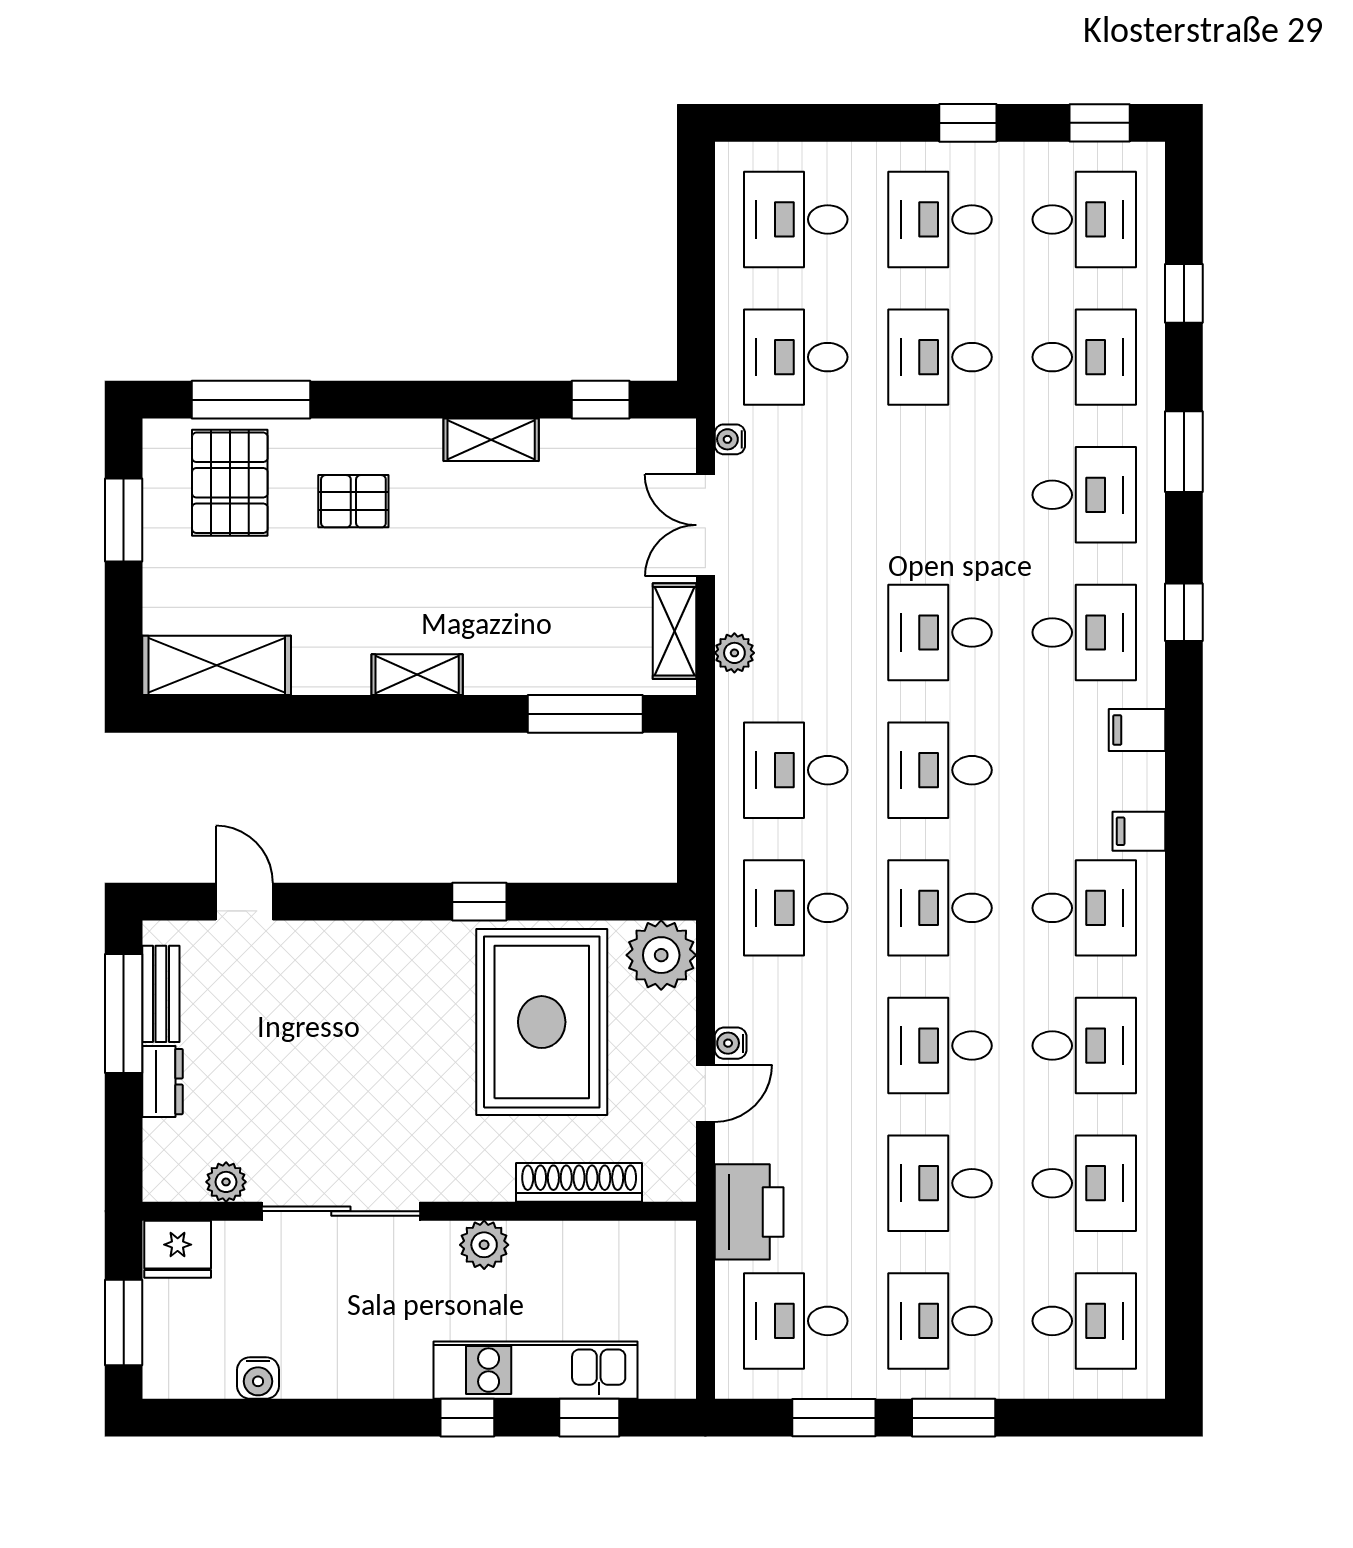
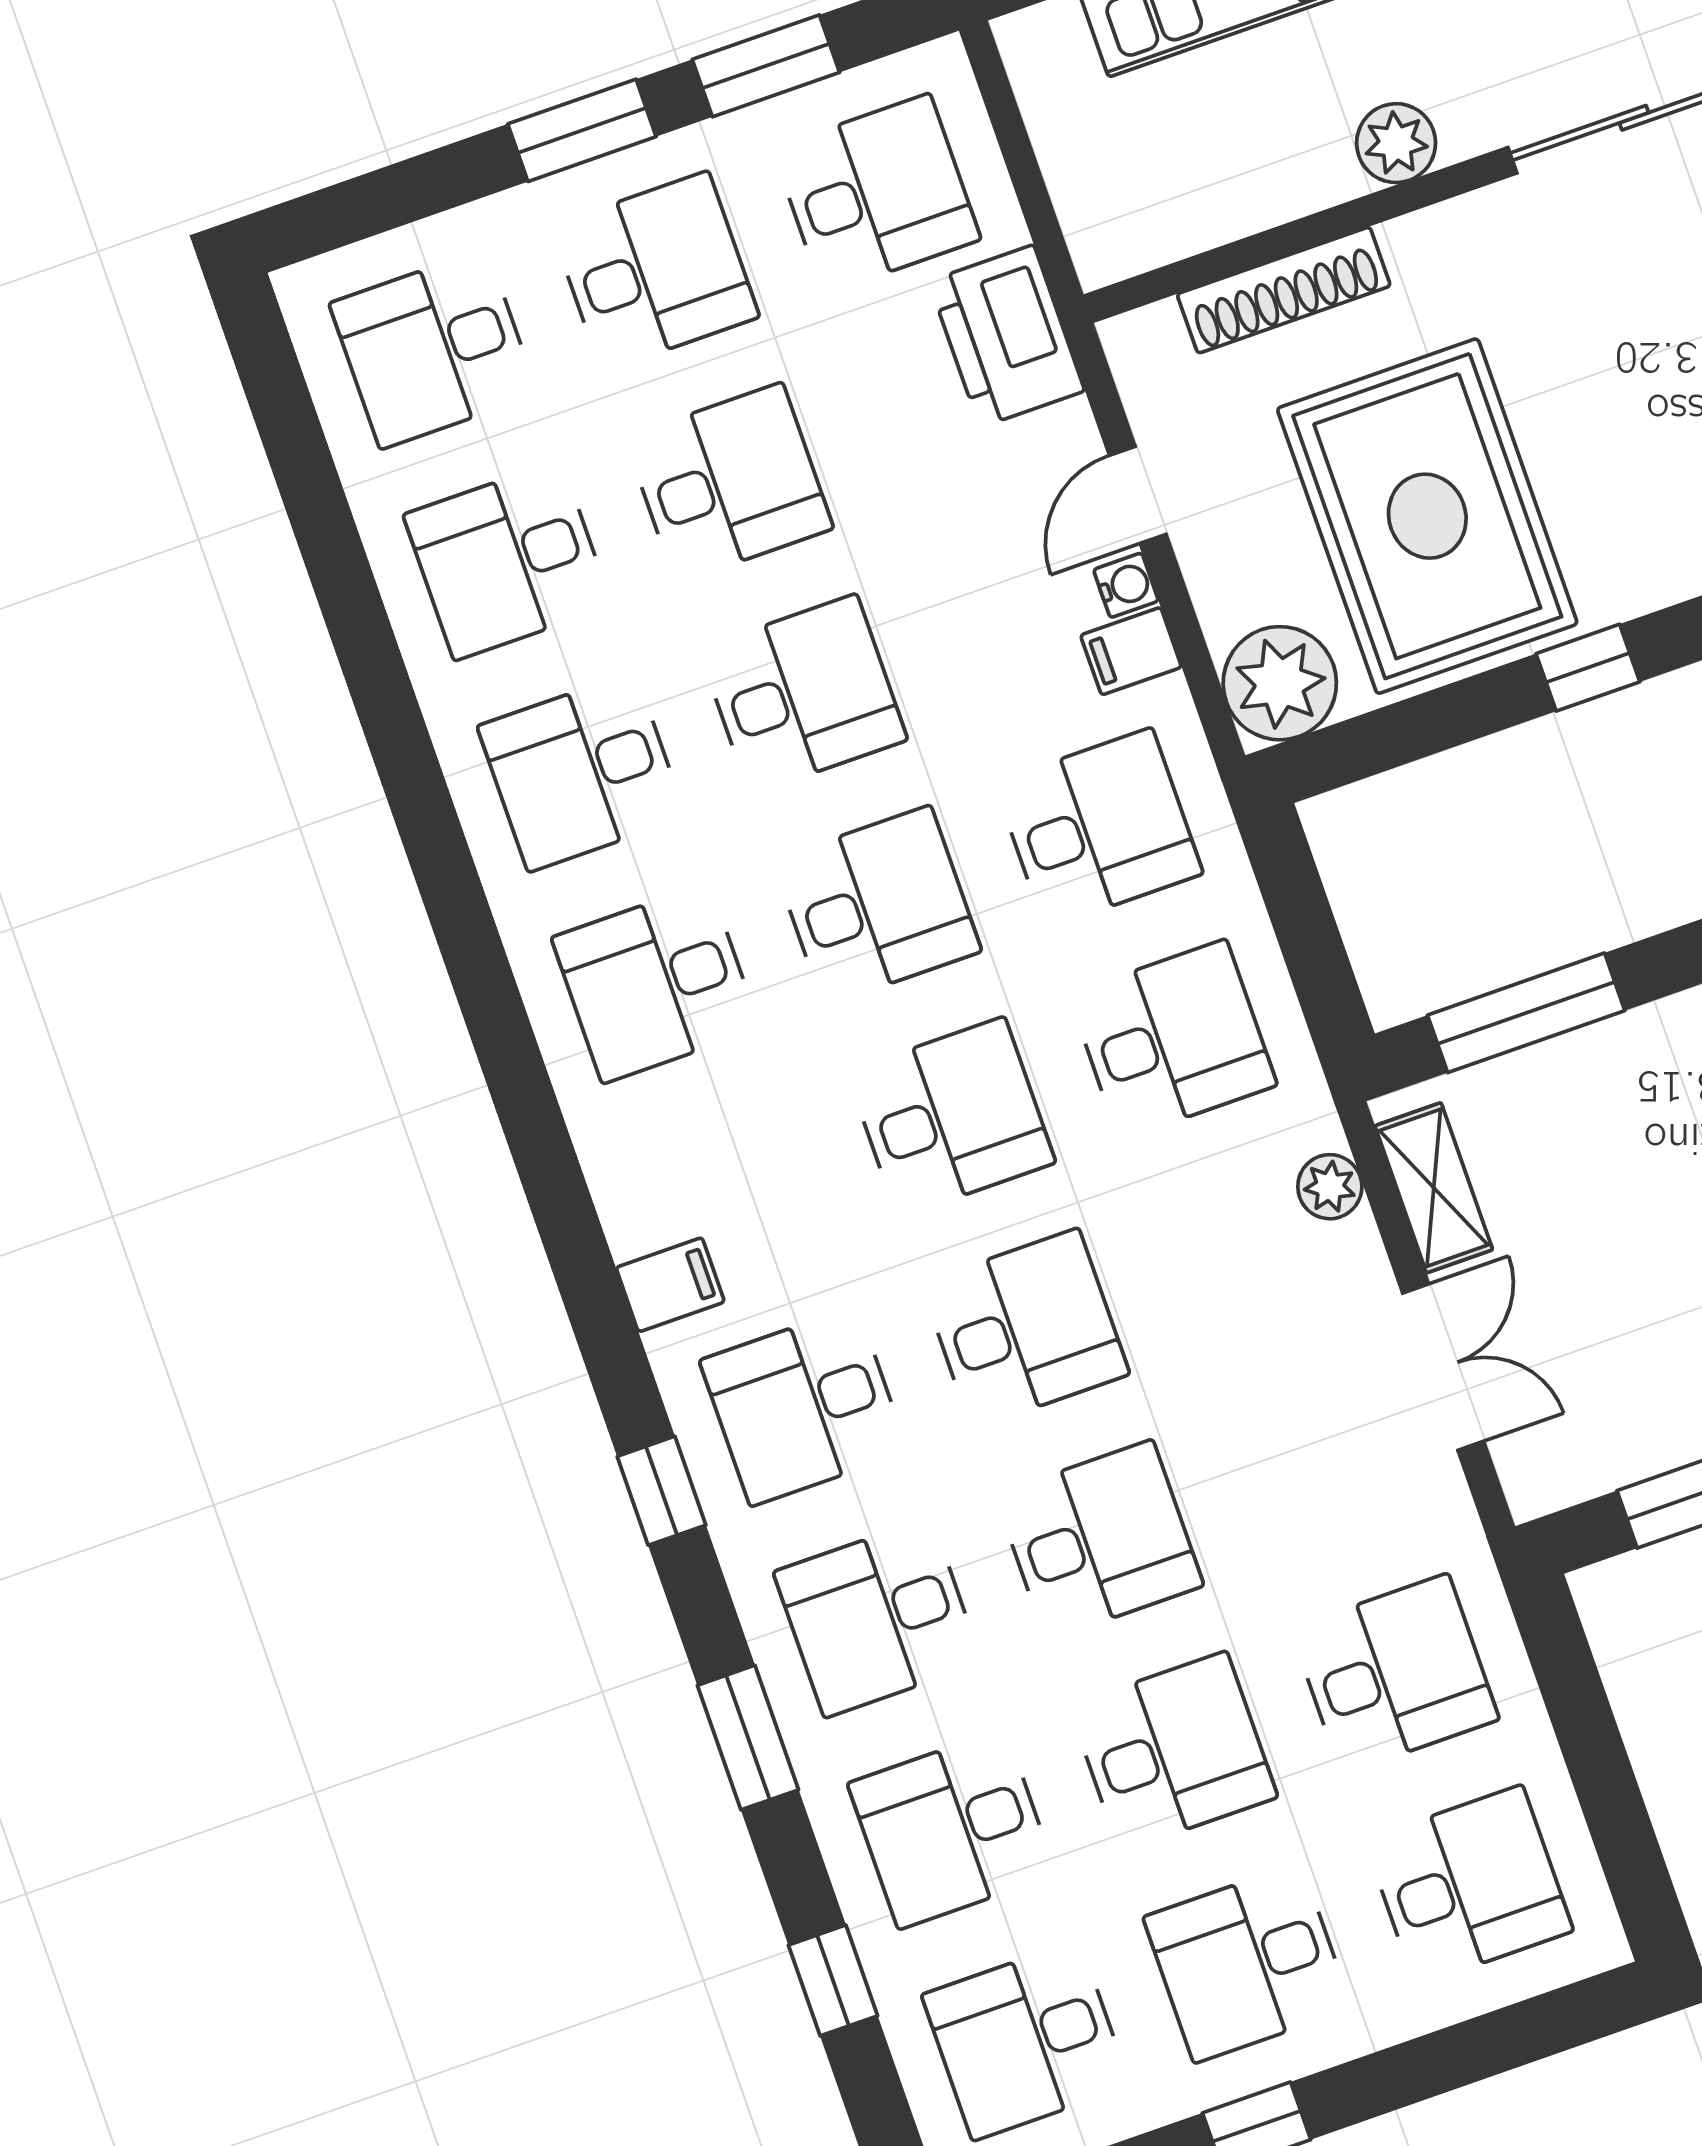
desk: (940, 219) -> (1247, 1963), turned 180
water cooler: (730, 439) -> (1452, 1512), removed
desk: (940, 495) -> (1099, 1540), added
filing cabinet: (1139, 831) -> (1131, 651), moved, turned 180

